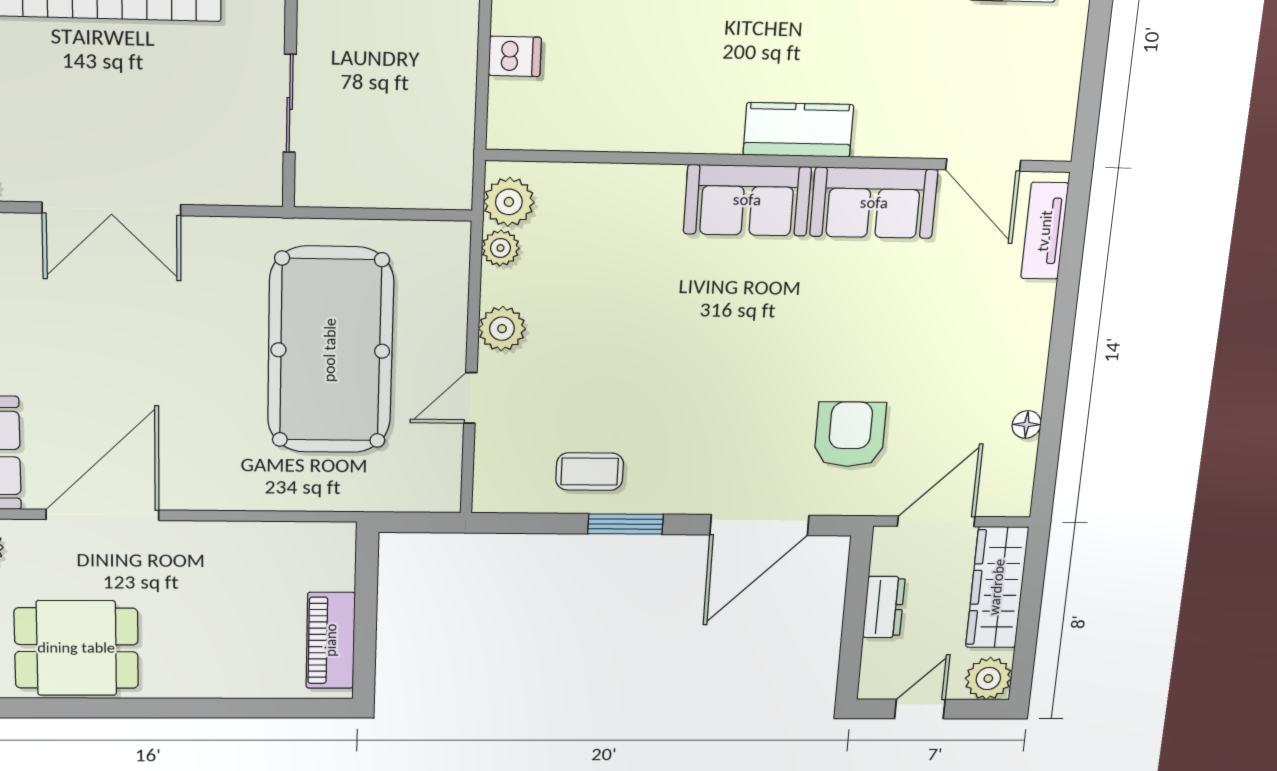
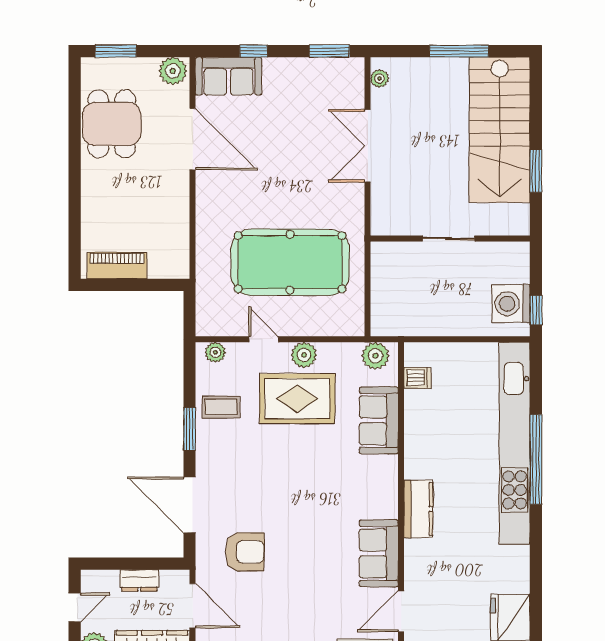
dishwasher: (515, 56) -> (417, 378), moved, turned -90
sliding door: (290, 103) -> (449, 239), moved
sofa: (747, 200) -> (379, 420), moved
plant: (500, 248) -> (215, 352), moved
rug: (581, 342) -> (297, 399), added
coffee table: (590, 472) -> (221, 407), turned 90
door: (920, 709) -> (75, 608), hinge flipped

